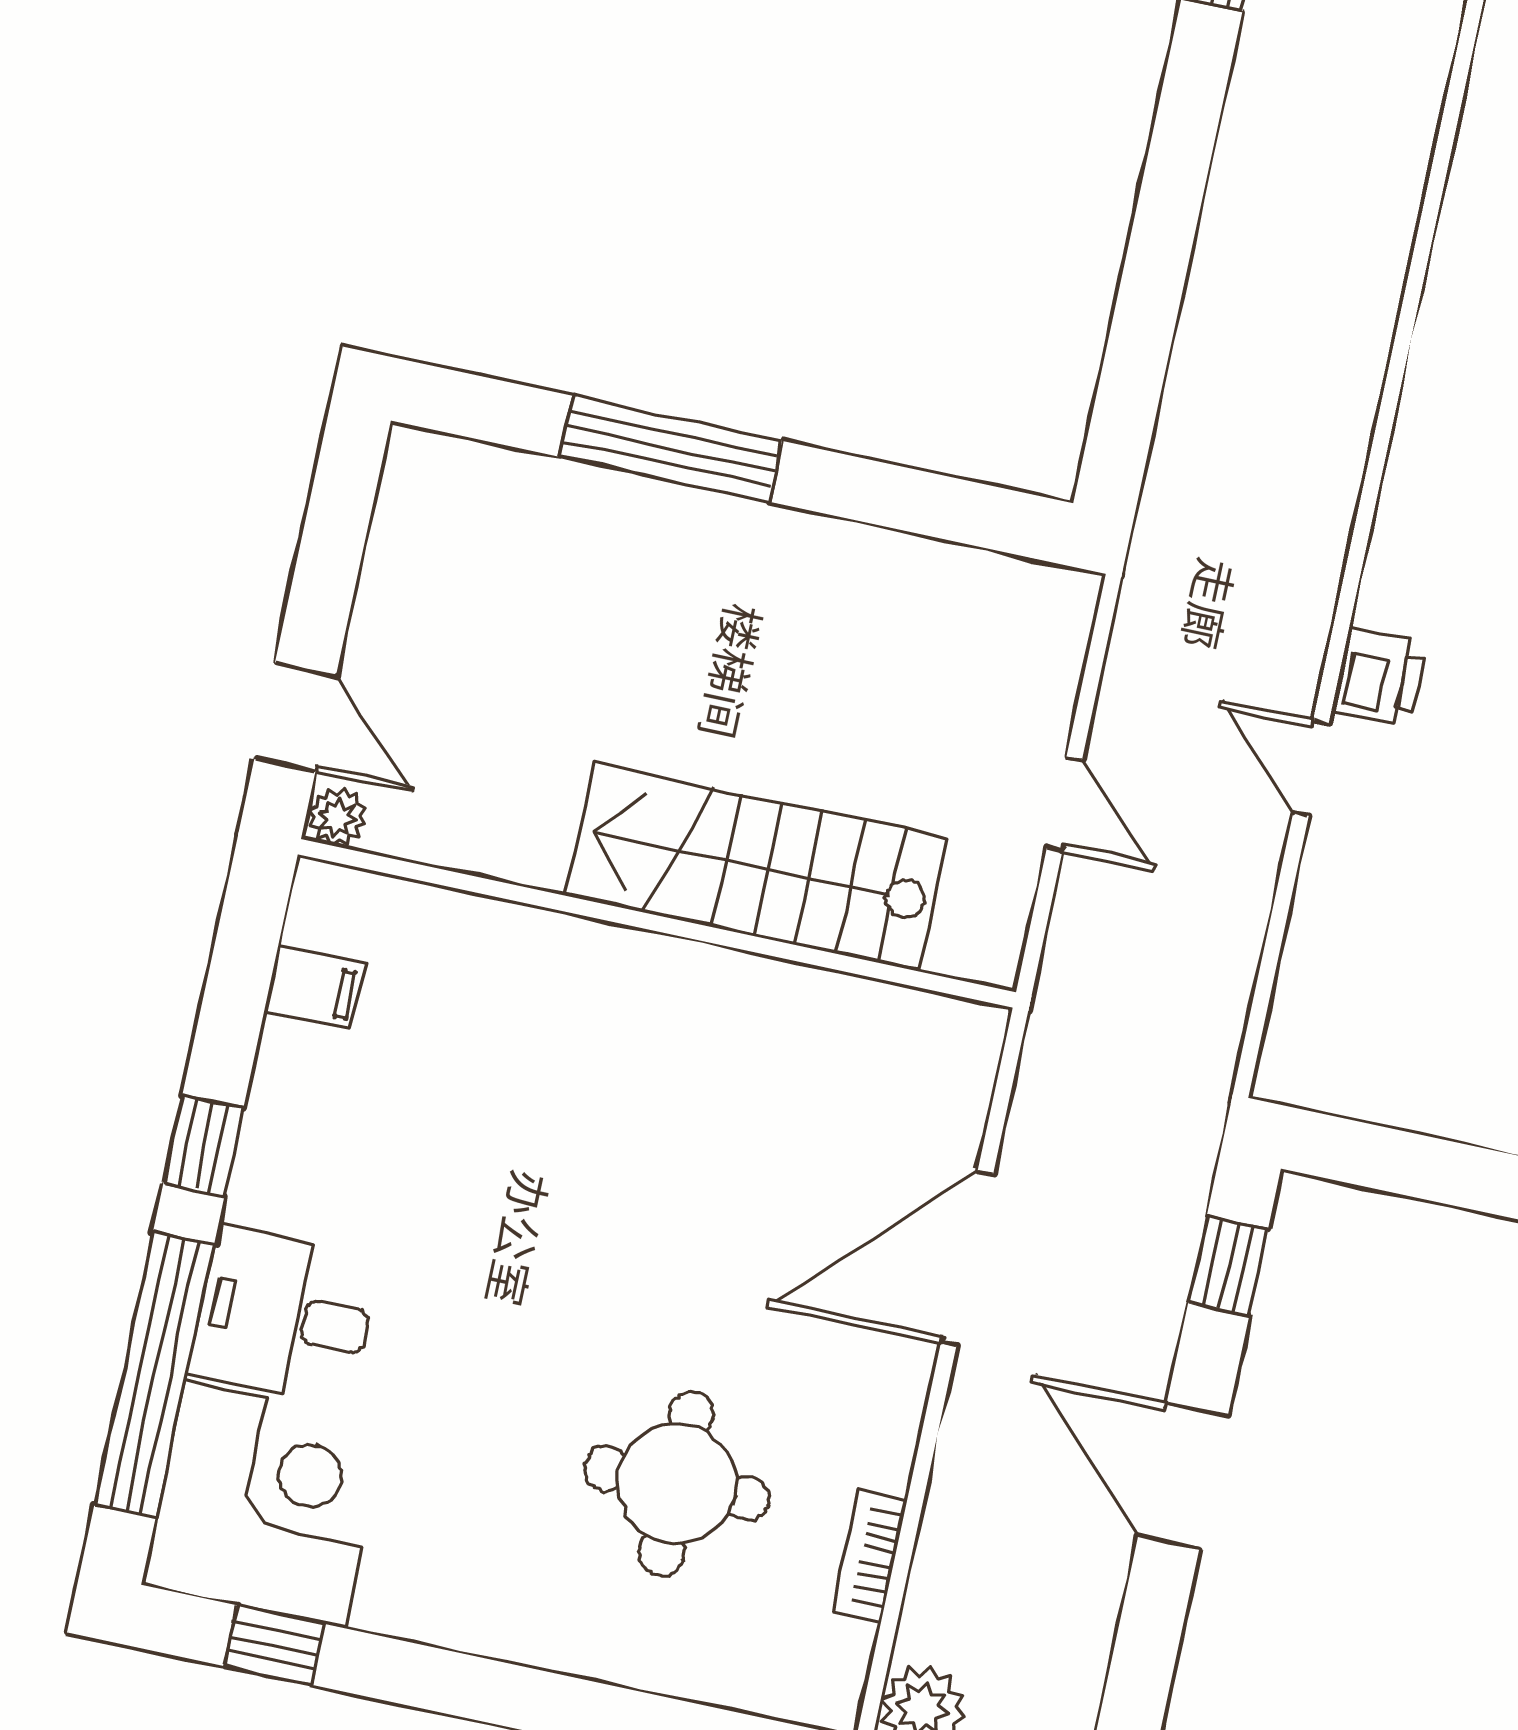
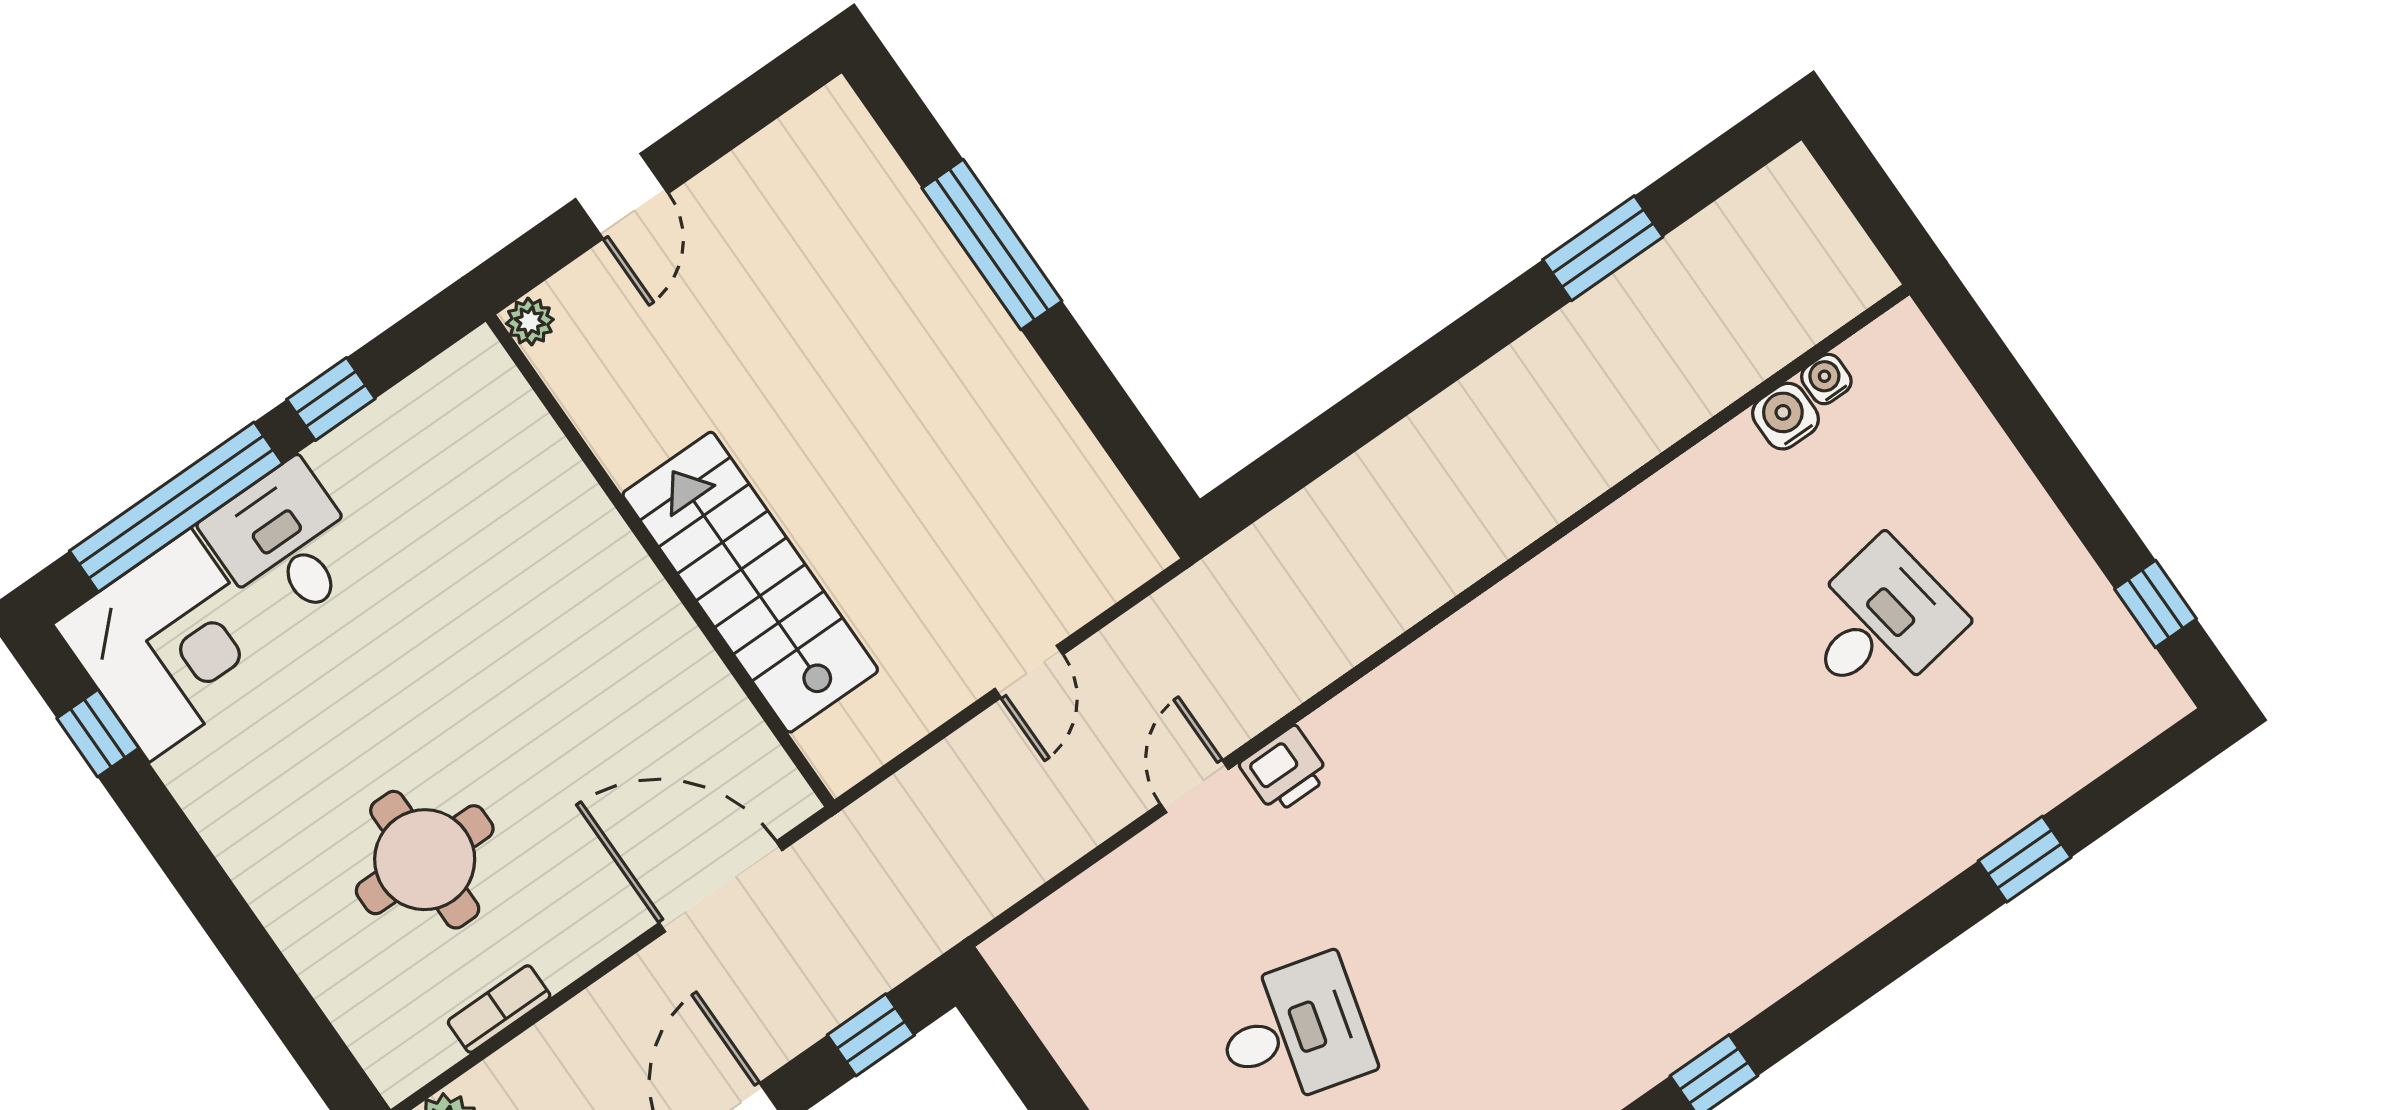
plant: (337, 817) -> (530, 322), moved
stairs: (757, 867) -> (750, 582), moved
wall: (657, 923) -> (660, 561), moved
filing cabinet: (315, 988) -> (484, 367), removed

